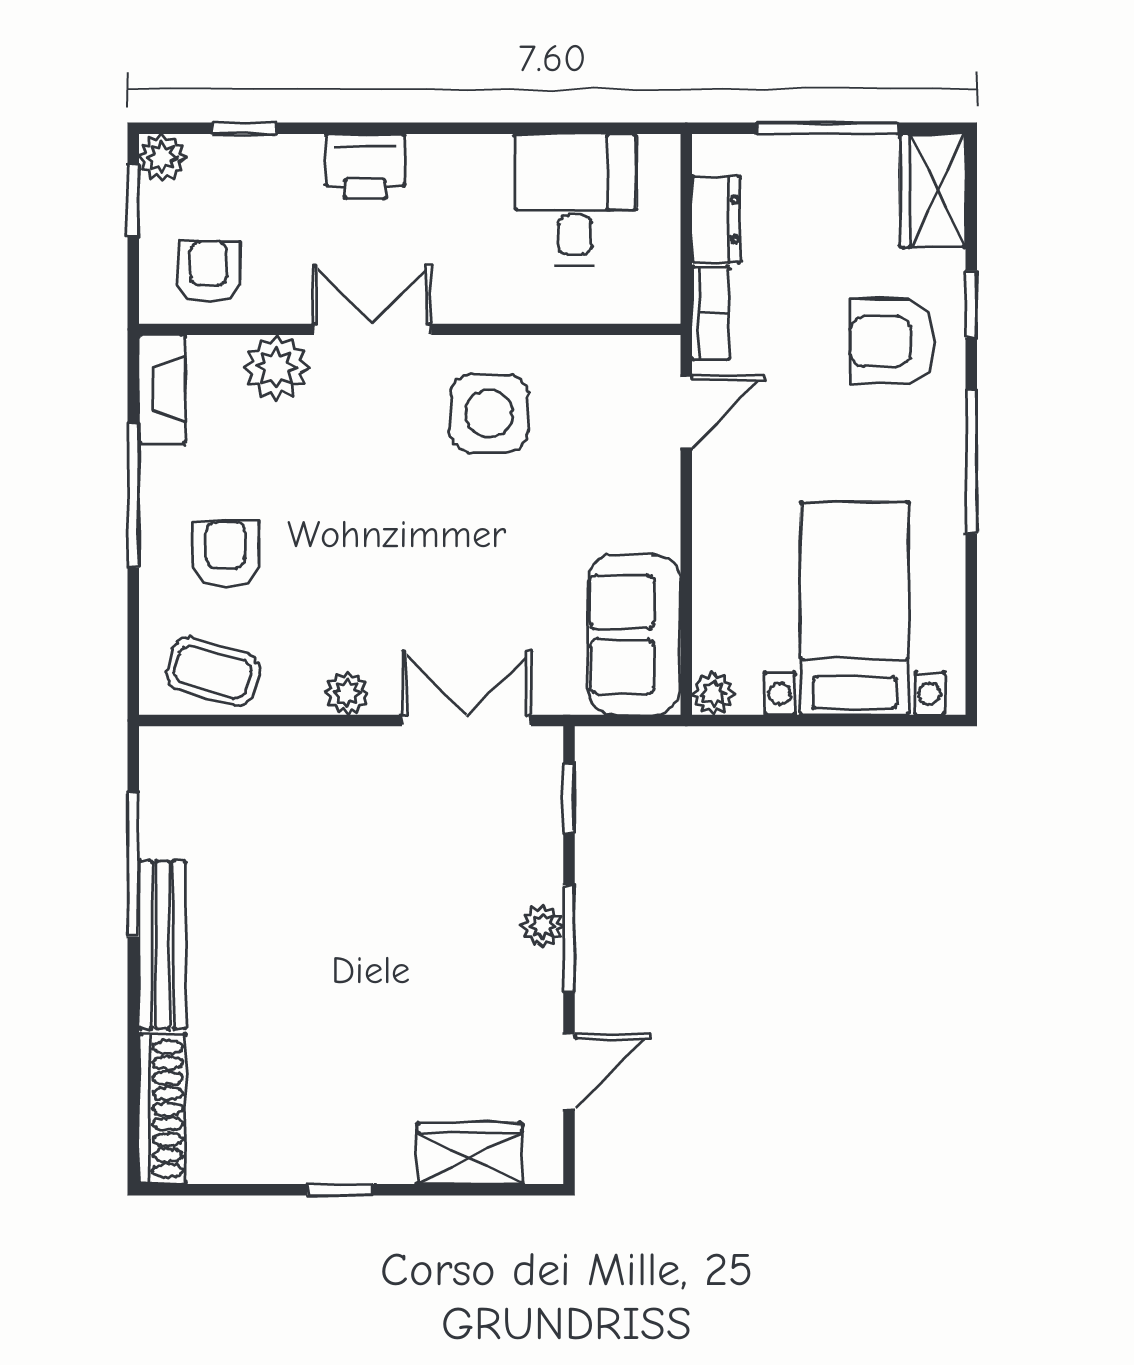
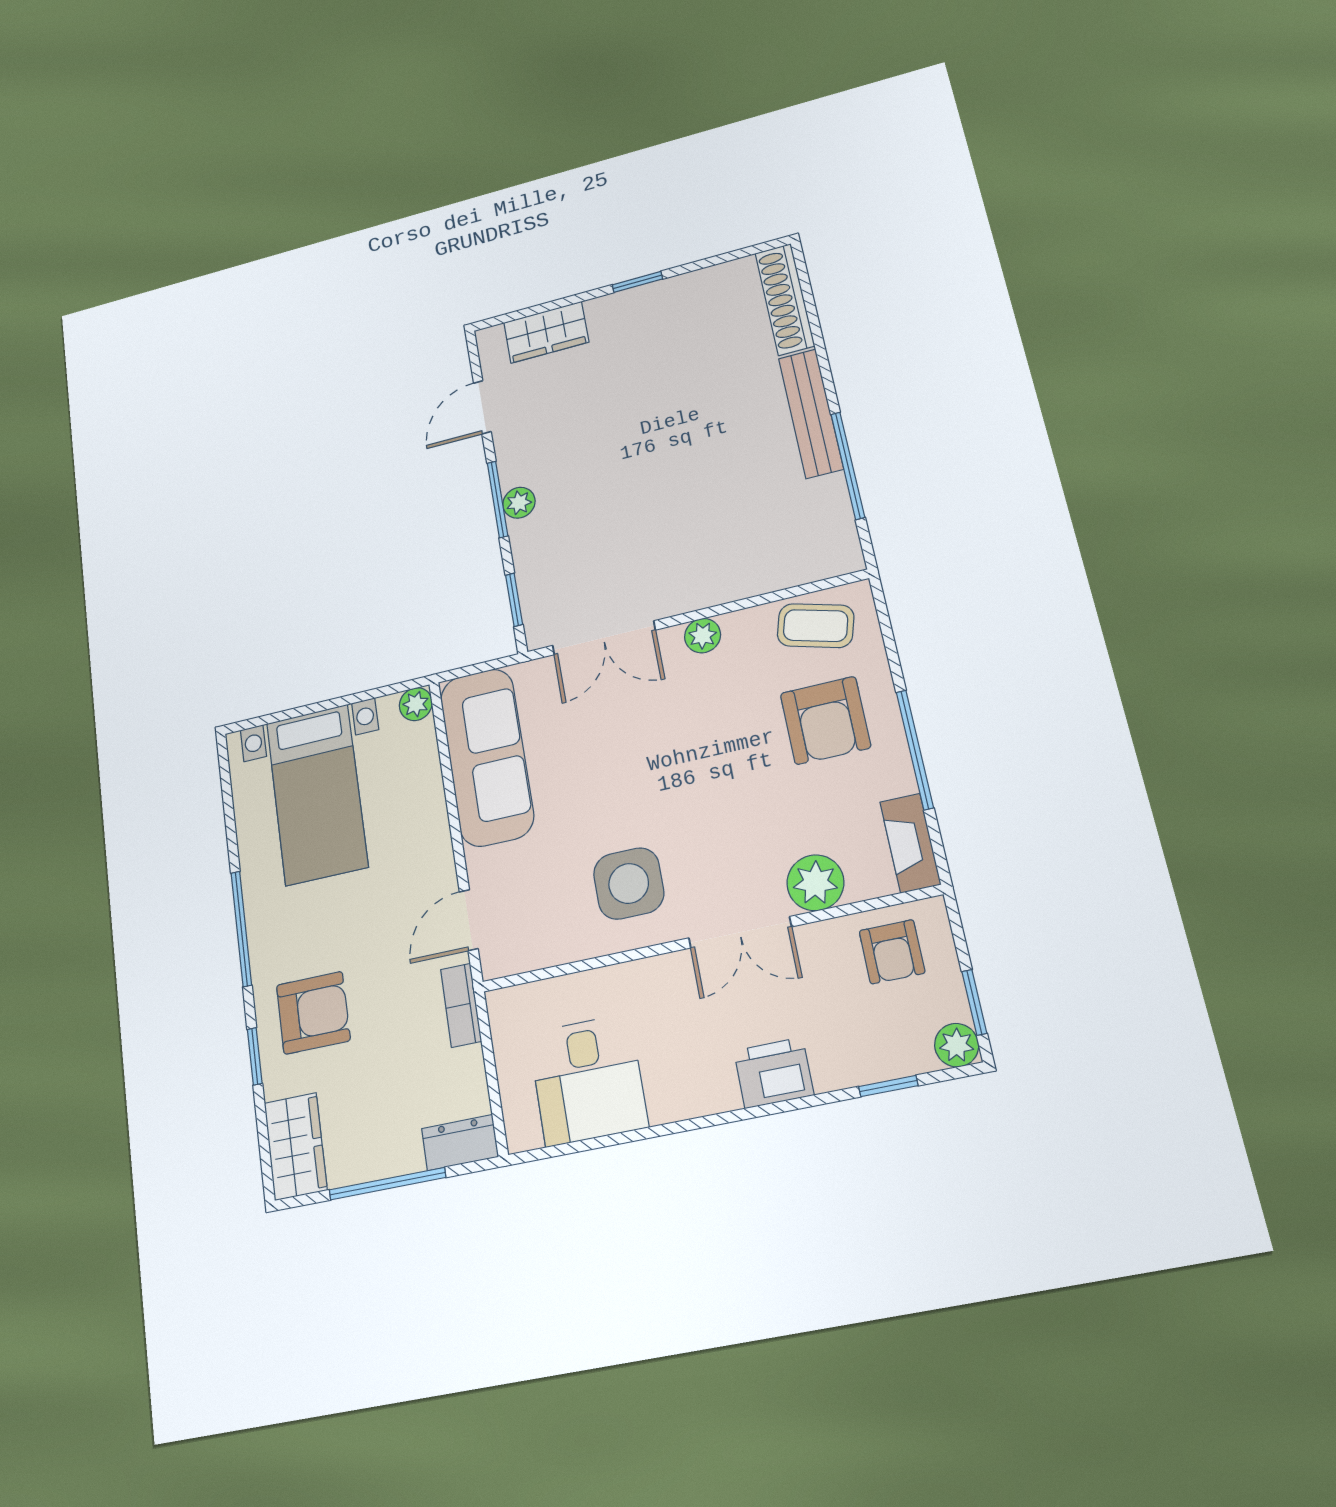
dresser: (716, 219) -> (460, 1143), moved, turned 90
armchair: (226, 554) -> (825, 720), width x1.38, depth x1.38
sofa: (634, 634) -> (487, 757), width x1.36

